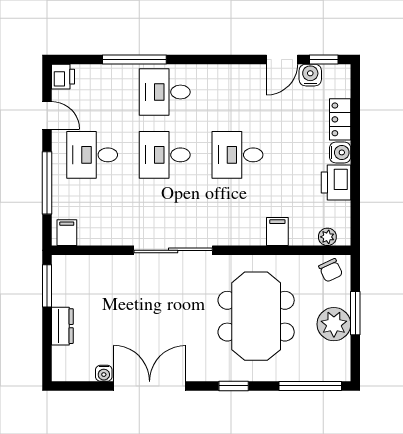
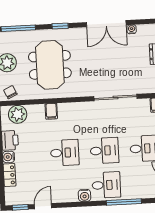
water cooler: (310, 75) -> (85, 195), moved
filing cabinet: (277, 232) -> (51, 111), moved
plant: (327, 237) -> (18, 114), width x1.87, depth x1.87
sliding door: (173, 250) -> (116, 98), moved

